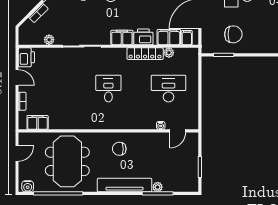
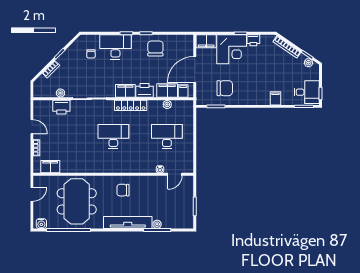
locker: (145, 54) -> (131, 105), moved
printer: (26, 57) -> (61, 107), moved, turned 90
desk: (108, 89) -> (113, 136), width x1.37

